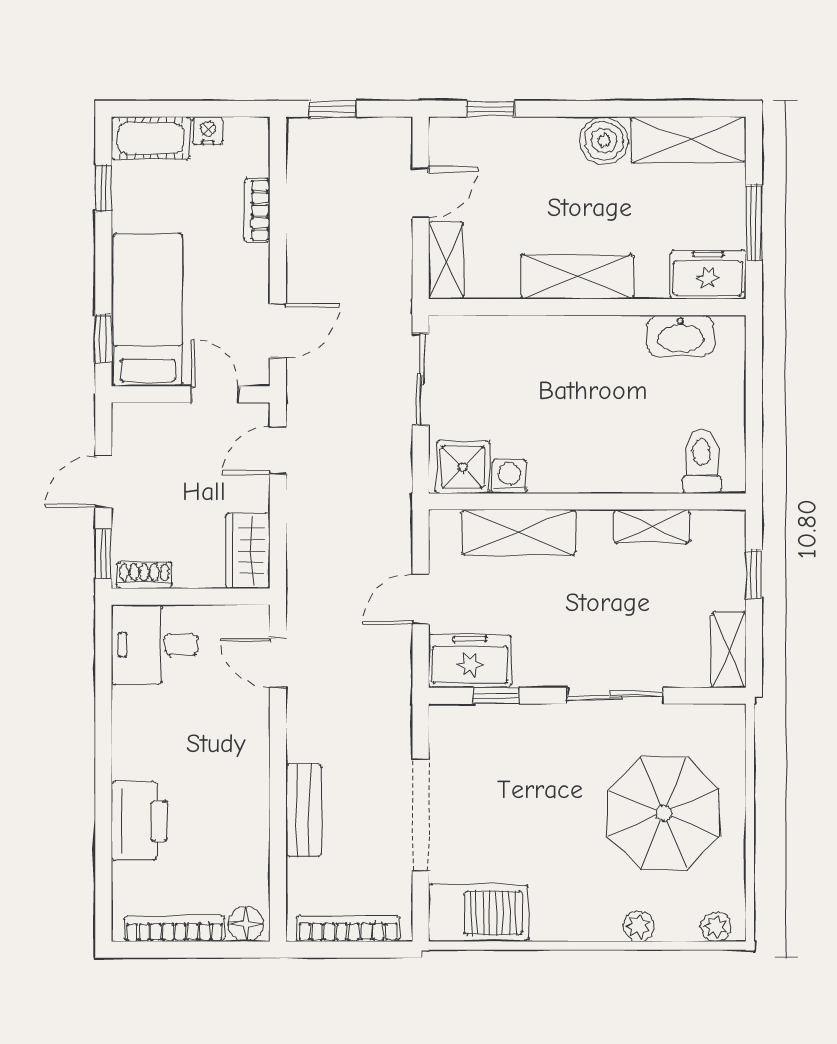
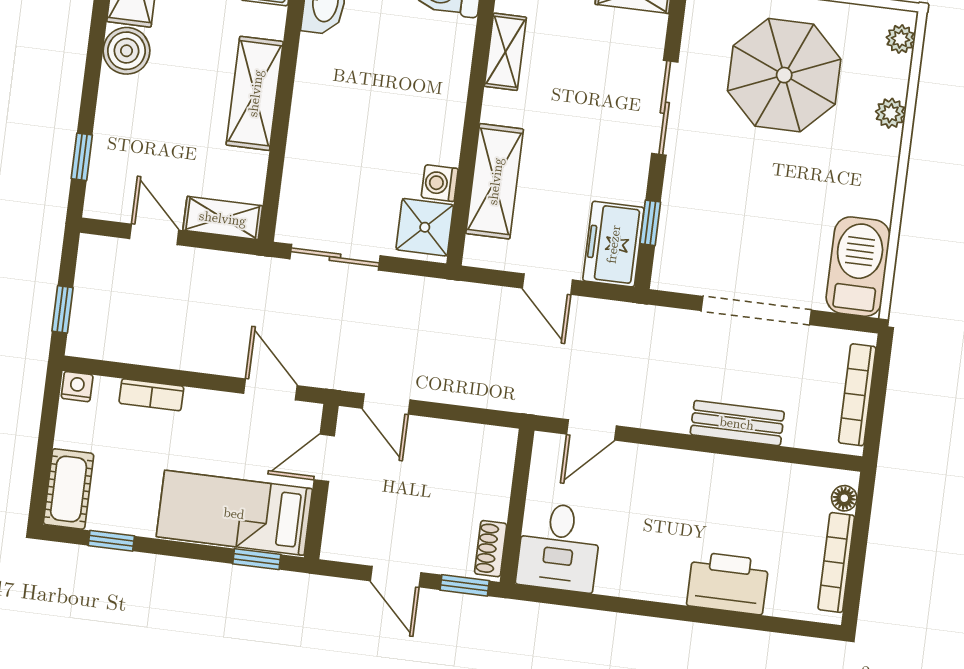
nightstand: (208, 131) -> (77, 387), moved, turned 90
wardrobe: (248, 551) -> (480, 445), removed
floor lamp: (246, 924) -> (844, 498), width x0.73, depth x0.73

